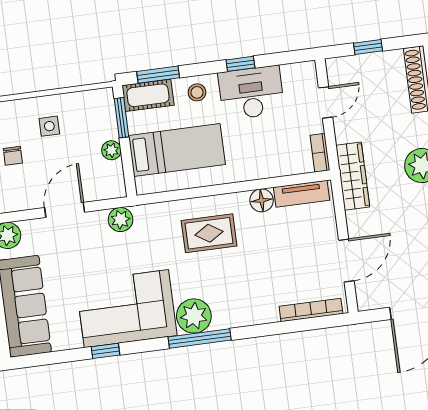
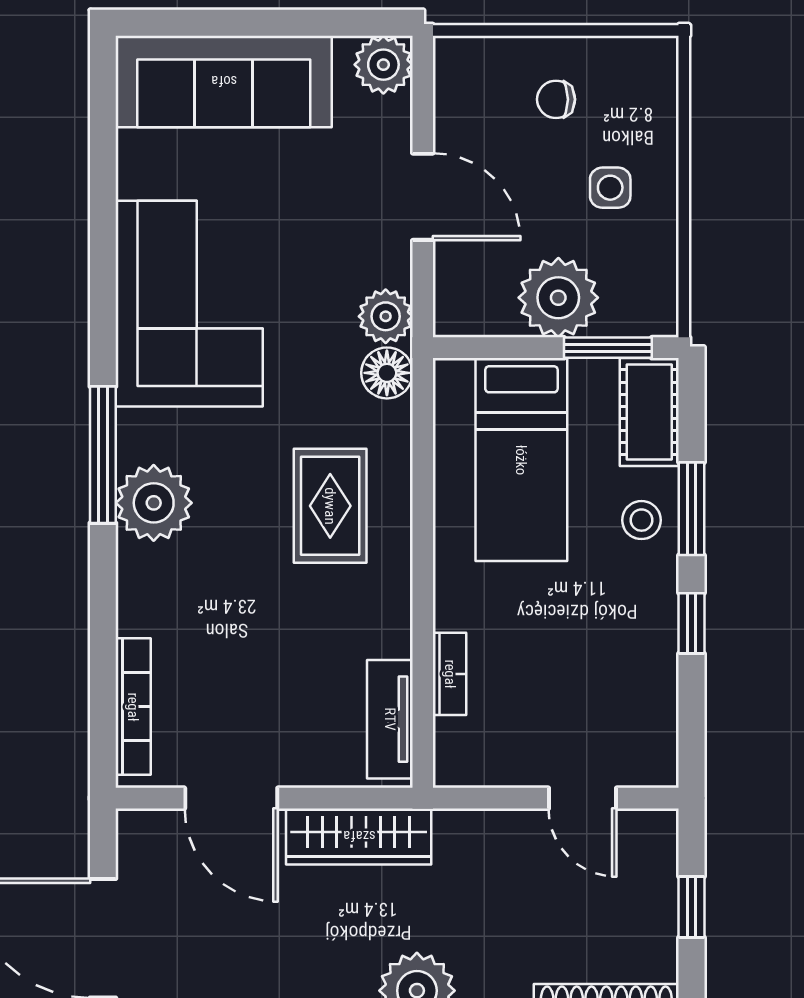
window: (158, 75) -> (691, 509), moved
desk: (251, 93) -> (625, 638), removed
plant: (111, 150) -> (558, 298), width x1.87, depth x1.87
bookcase: (320, 153) -> (450, 674), moved, turned 90
wardrobe: (353, 176) -> (359, 836), moved
floor lamp: (262, 200) -> (387, 373), moved
plant: (194, 316) -> (154, 503), moved
window: (105, 351) -> (103, 245), removed

